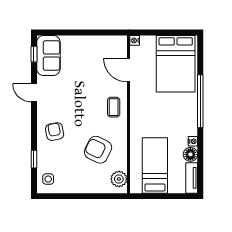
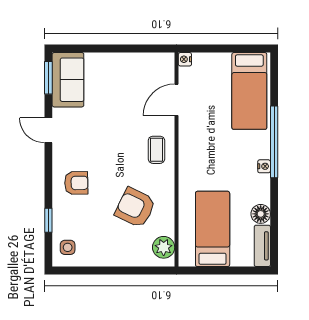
window: (34, 54) -> (48, 78), width x1.50
bed: (176, 64) -> (249, 91), width x0.67
door: (128, 70) -> (177, 100), hinge flipped
armchair: (55, 132) -> (76, 183), turned 100
nightstand: (193, 141) -> (264, 166), moved

